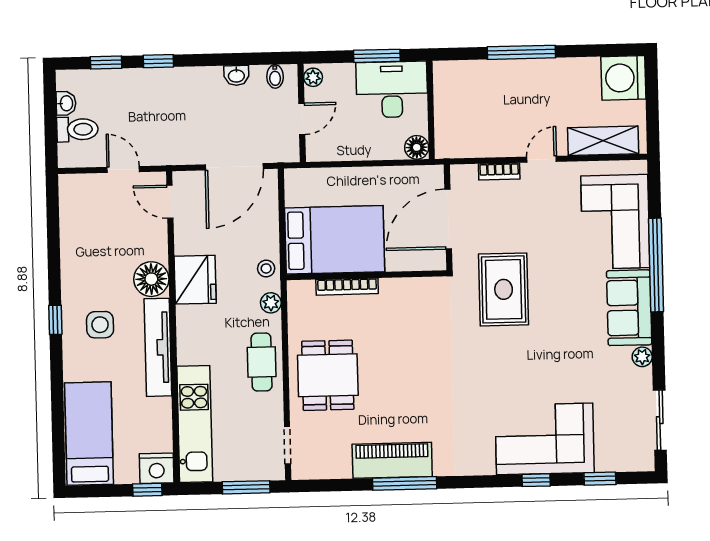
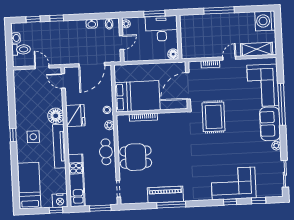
dining table: (328, 375) -> (136, 157), turned 90

